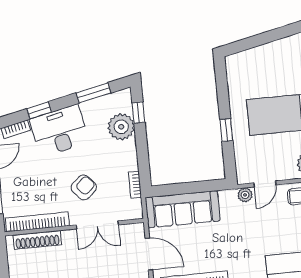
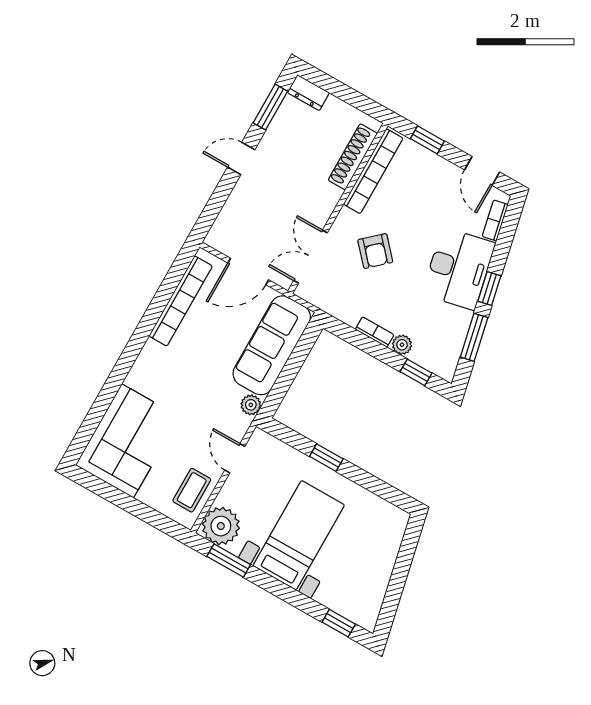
window: (39, 110) -> (489, 289), moved
plant: (121, 127) -> (402, 345), width x0.53, depth x0.53
bookcase: (135, 185) -> (375, 332), moved
plant: (245, 195) -> (251, 405), moved
double door: (97, 225) -> (310, 257), moved

